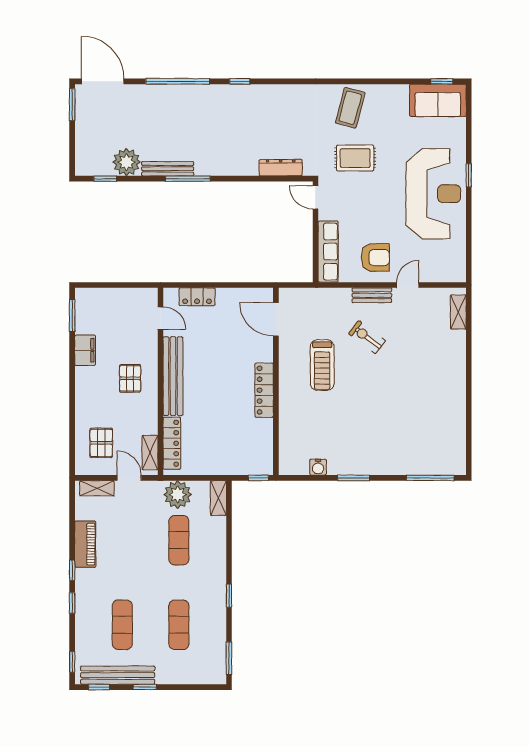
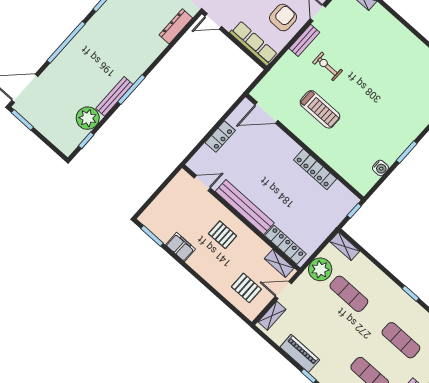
locker: (197, 297) -> (220, 136), moved
exercise bike: (367, 337) -> (328, 66), turned 53
locker: (264, 390) -> (315, 169), moved

